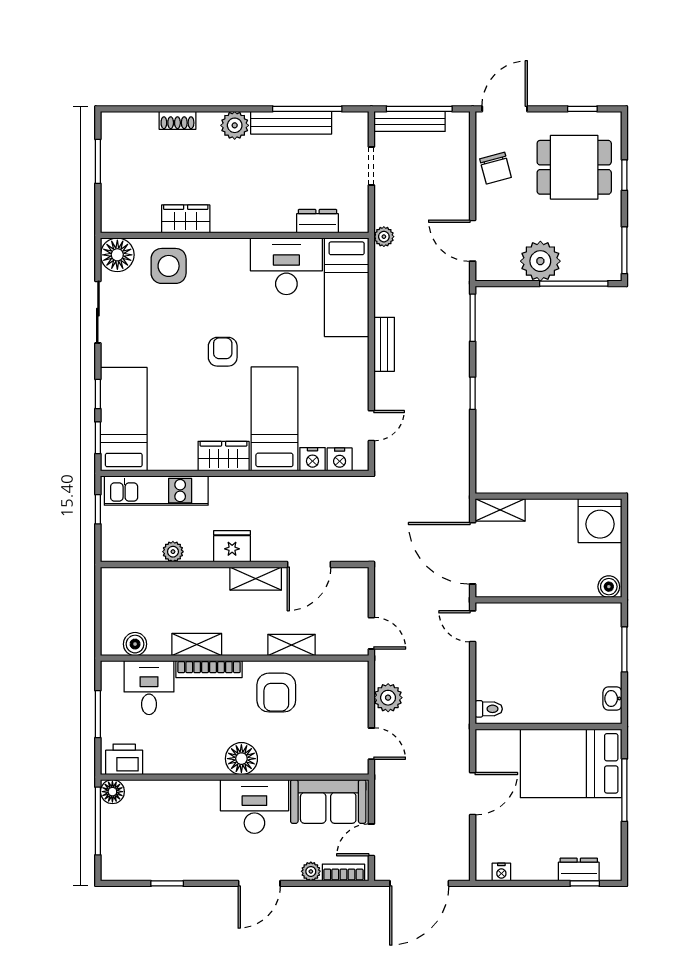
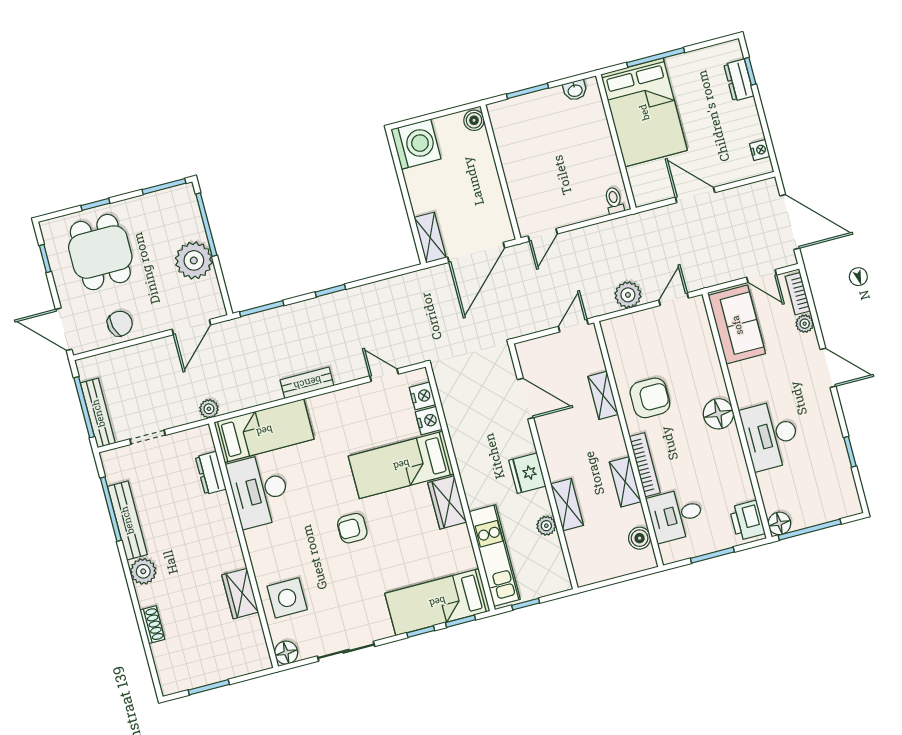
floor lamp: (117, 255) -> (286, 653), width x0.73, depth x0.73
shelving: (256, 579) -> (567, 505), moved
desk: (254, 806) -> (771, 435), moved

